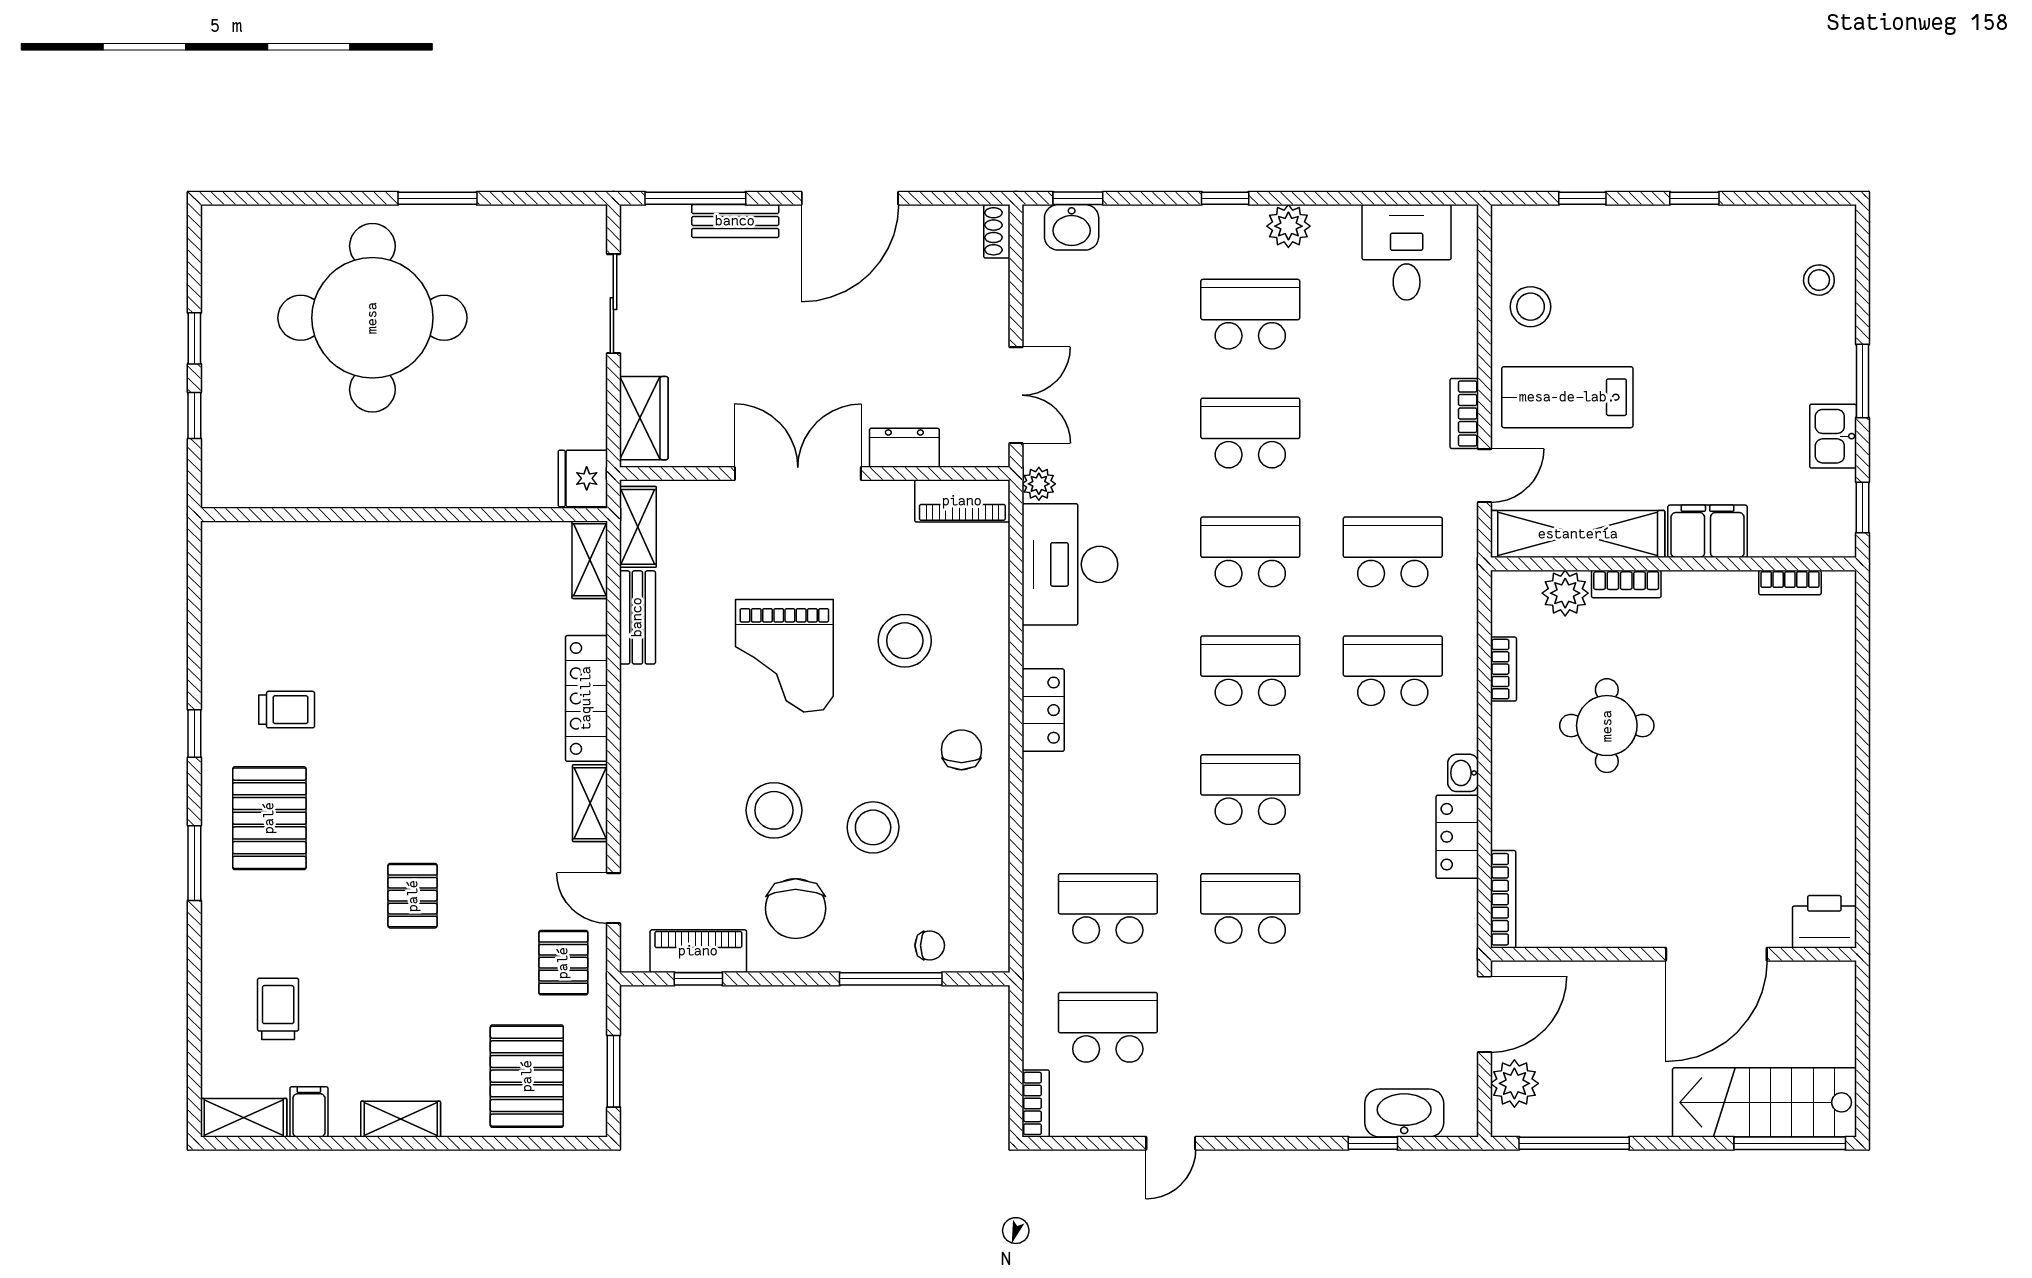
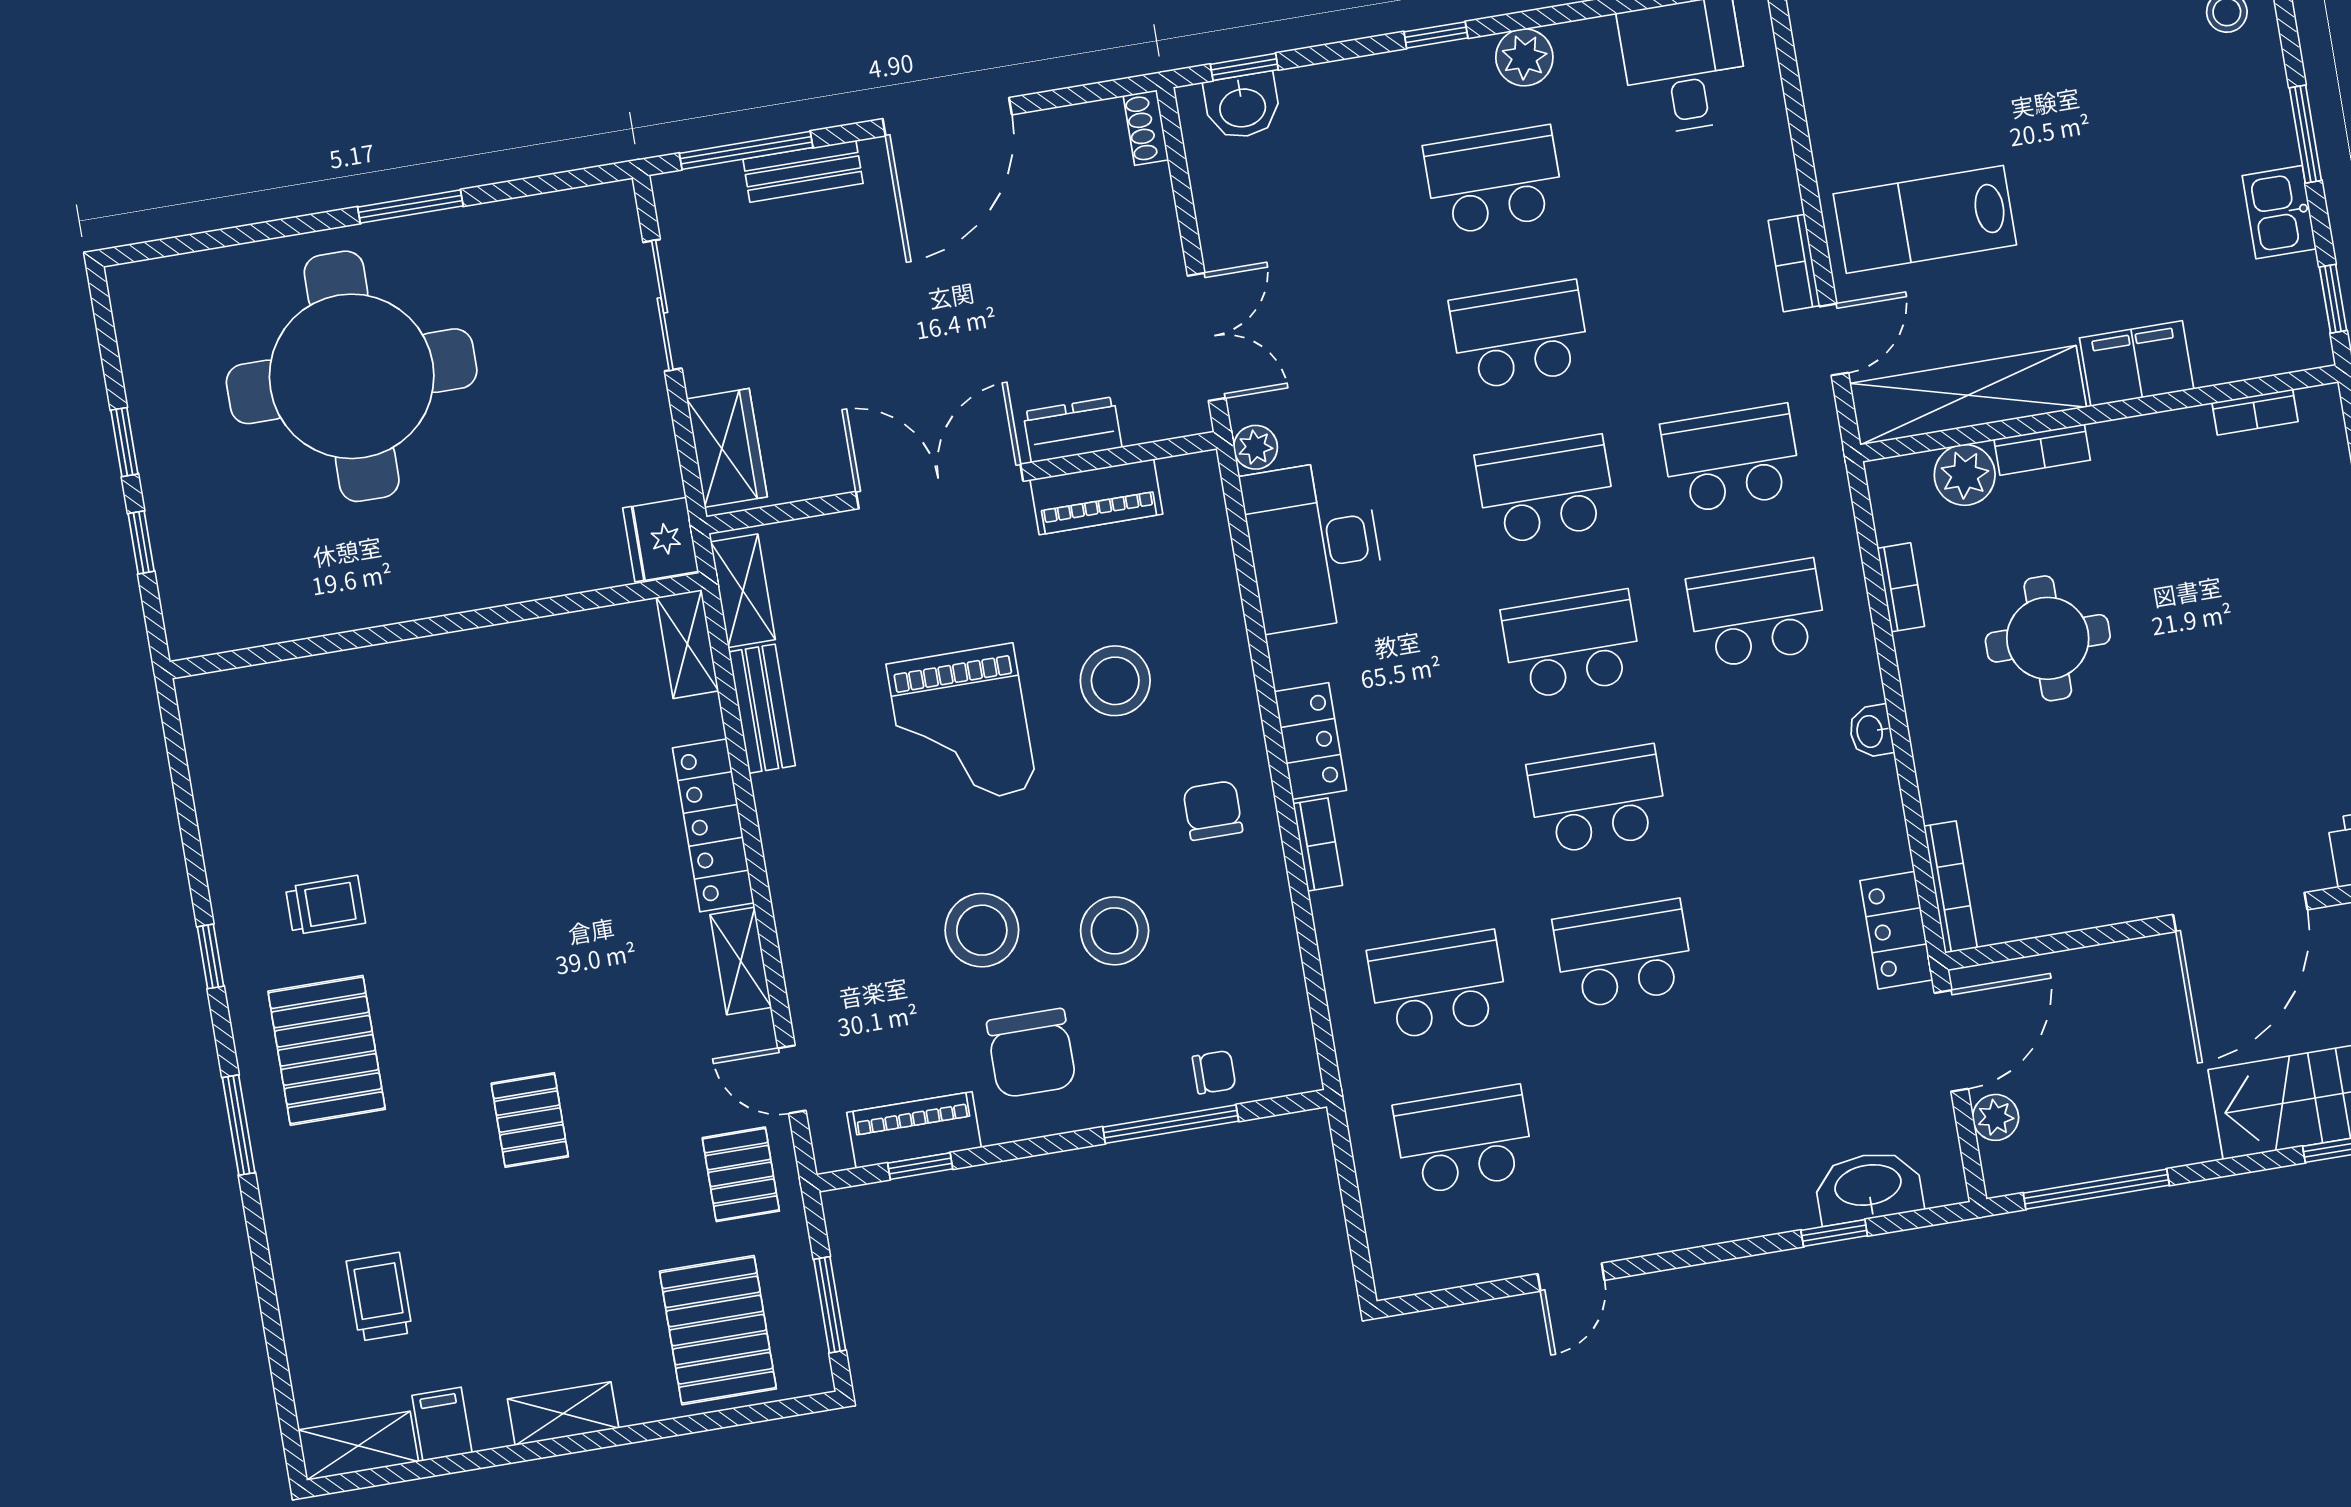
stool: (1531, 307) -> (1857, 110), removed
piano: (962, 501) -> (1096, 497), moved
locker: (1457, 837) -> (1896, 930), moved
plant: (1514, 1083) -> (1996, 1117), width x0.73, depth x0.73
bookcase: (1036, 1103) -> (1318, 844), moved

